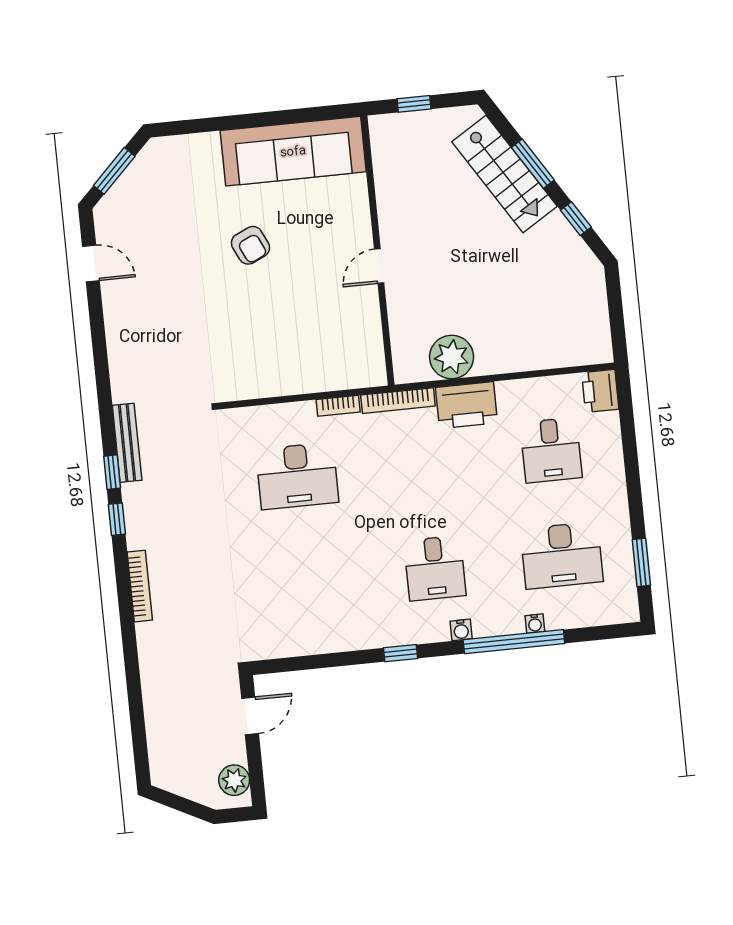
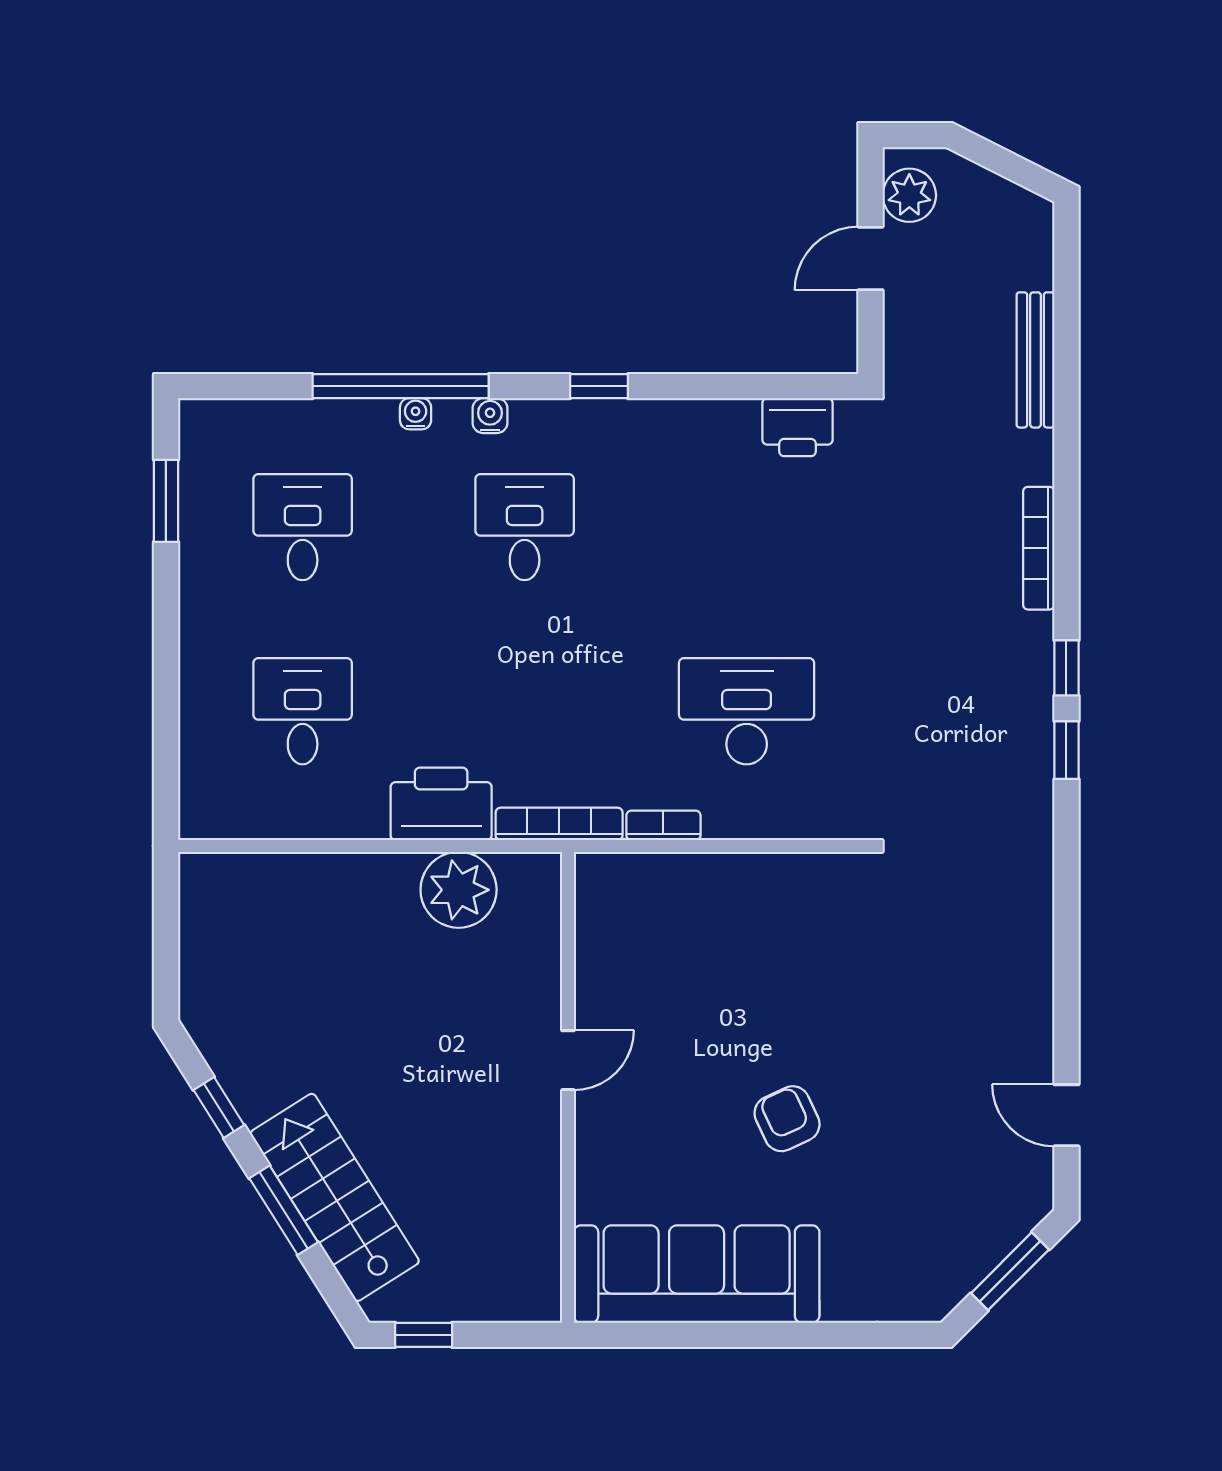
window: (414, 104) -> (424, 1335), moved
printer: (600, 391) -> (797, 427), moved, turned 90
bench: (127, 443) -> (1035, 360), moved
desk: (562, 555) -> (303, 527), width x0.73
water cooler: (535, 624) -> (416, 414), moved
door: (250, 716) -> (871, 258), moved

